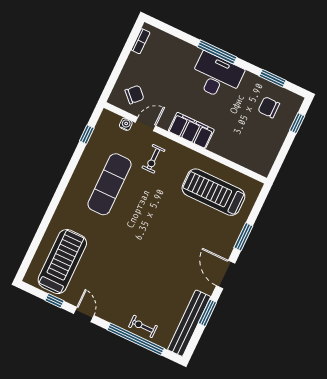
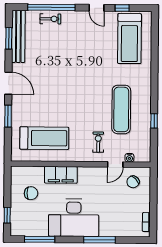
window: (217, 52) -> (99, 240), moved
desk: (217, 76) -> (74, 218), width x1.36, depth x1.30
window: (273, 78) -> (40, 239), width x1.44
chair: (269, 107) -> (31, 193), moved
filing cabinet: (191, 130) -> (61, 175), moved
window: (87, 134) -> (154, 121), moved
window: (207, 313) -> (9, 38), moved

